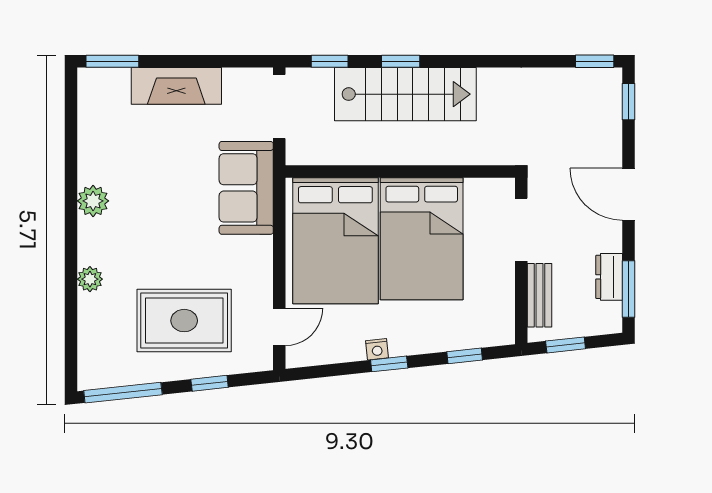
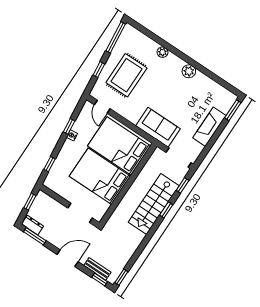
dresser: (609, 277) -> (32, 225), moved
bench: (540, 295) -> (97, 269), moved
window: (389, 364) -> (69, 126), moved

